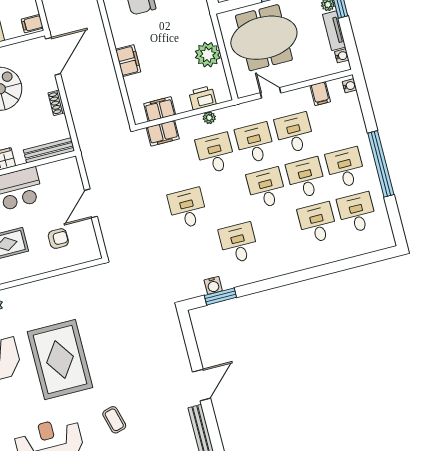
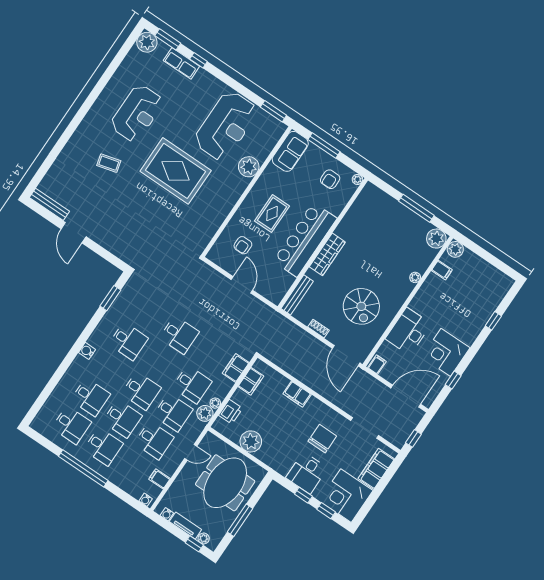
plant: (227, 117) -> (205, 413), added
water cooler: (213, 285) -> (87, 351), moved

